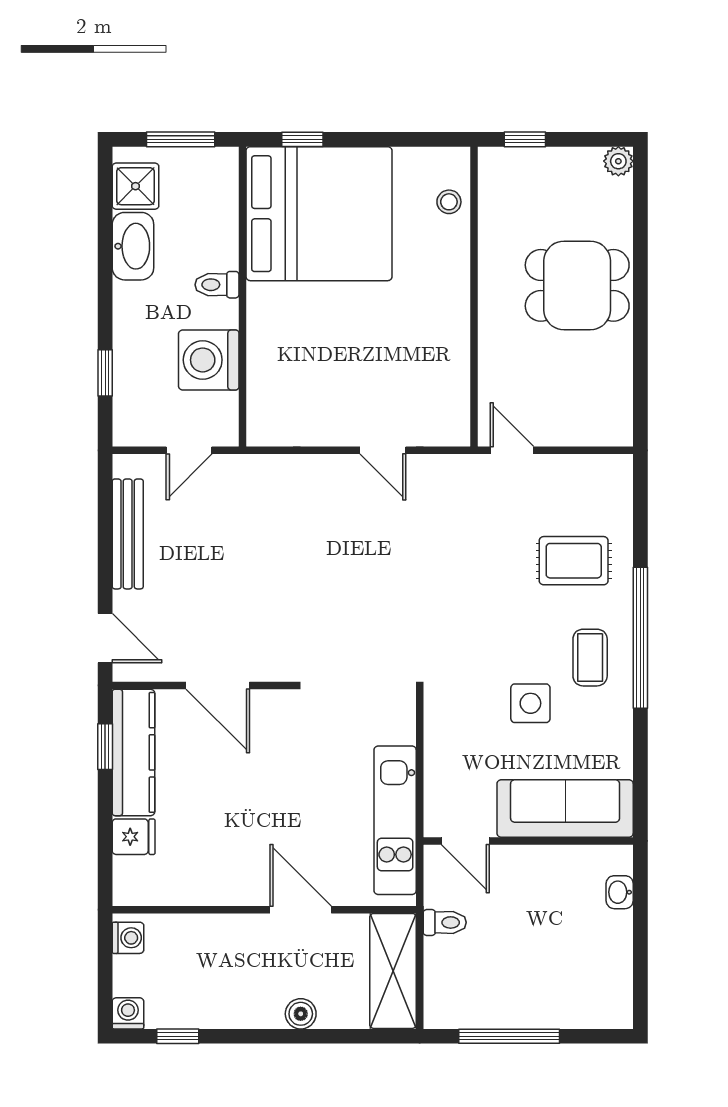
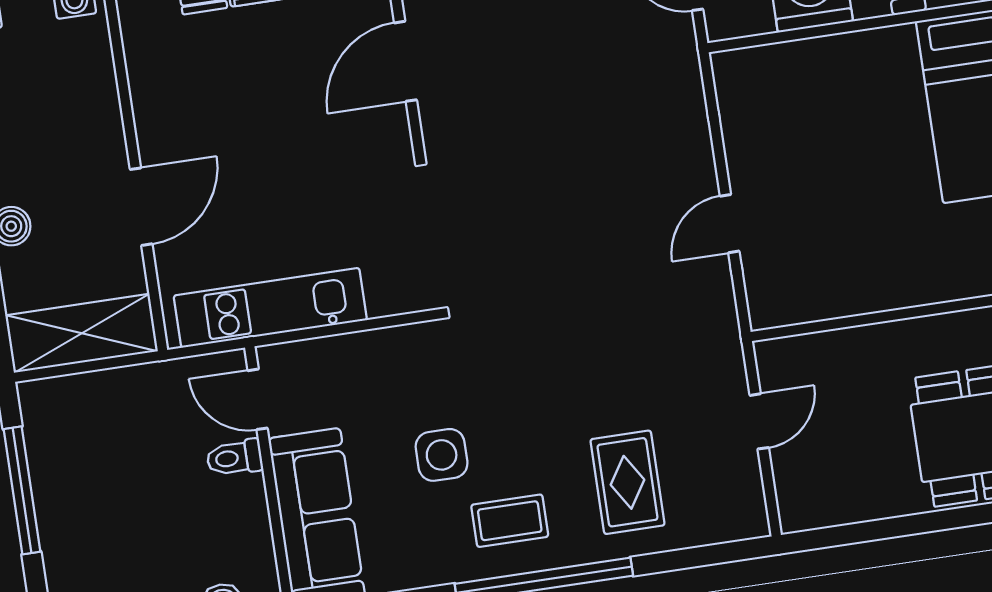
door: (512, 450) -> (759, 421), moved
door: (465, 841) -> (258, 399), hinge flipped
toilet: (445, 922) -> (234, 458), moved, turned 90

